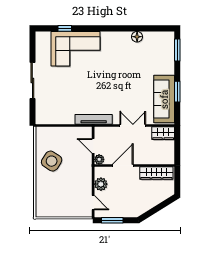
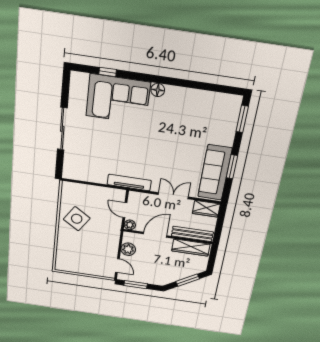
floor lamp: (137, 37) -> (158, 90), moved
bench: (155, 159) -> (192, 234), added
window: (159, 207) -> (188, 280), added

